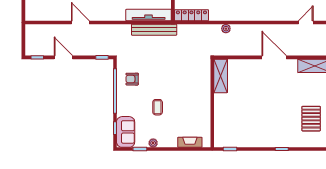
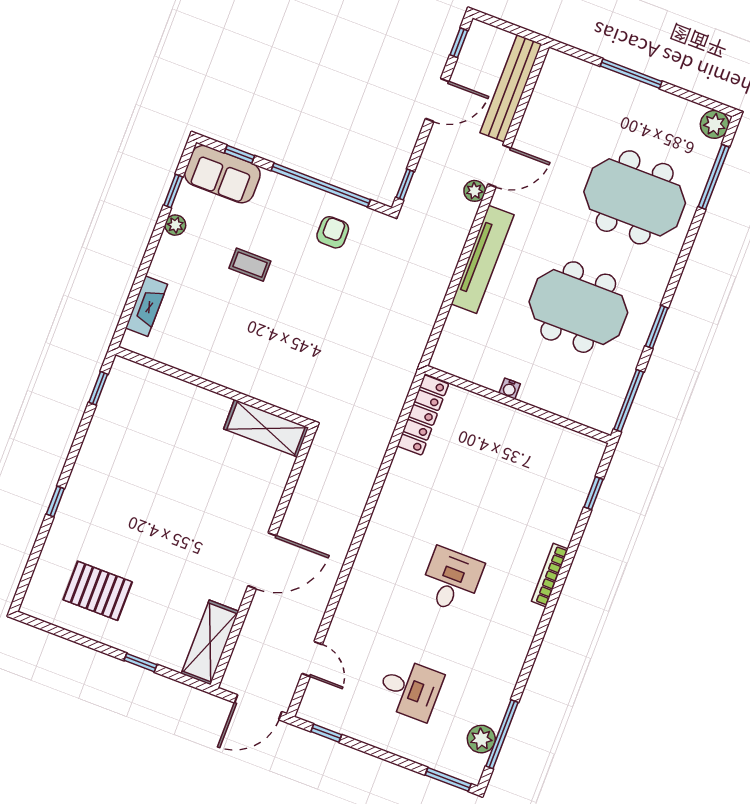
tv unit: (149, 15) -> (483, 259), moved
plant: (226, 29) -> (475, 191), moved
bench: (154, 30) -> (511, 88), moved

